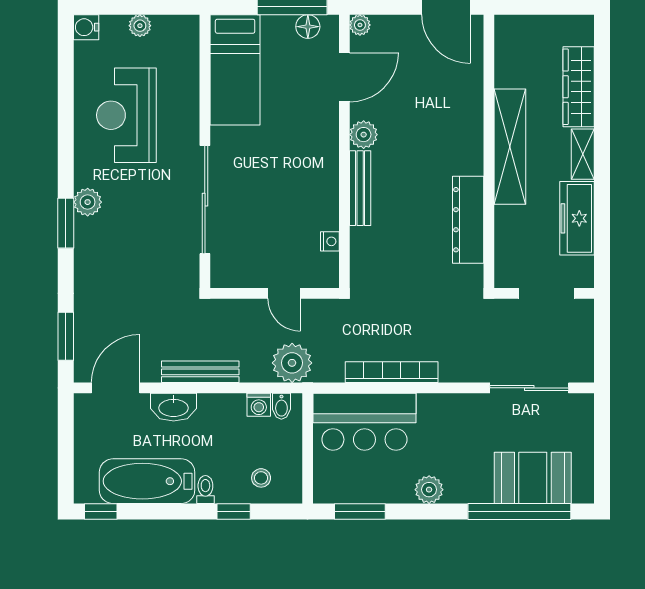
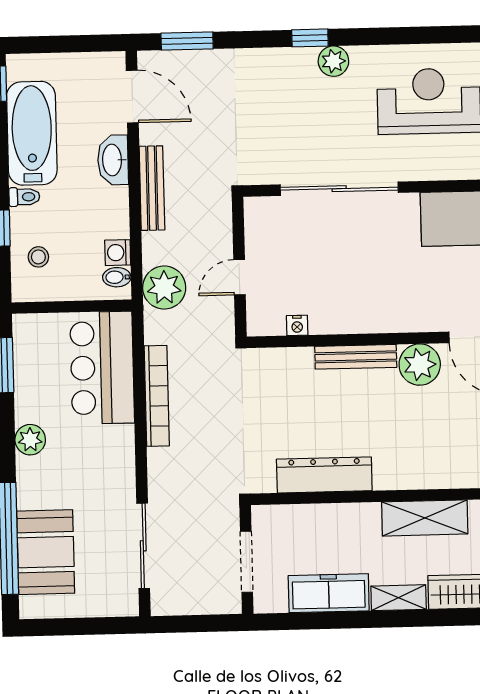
plant: (364, 135) -> (420, 365), width x1.36, depth x1.36
shelving: (510, 147) -> (425, 518), width x0.68
window: (66, 223) -> (310, 38), width x0.67

